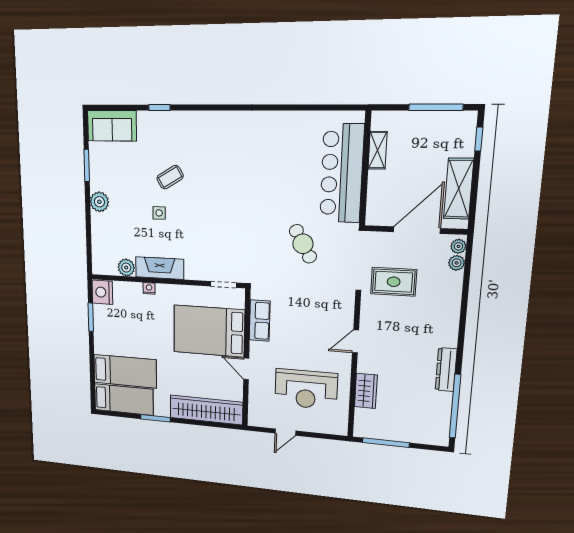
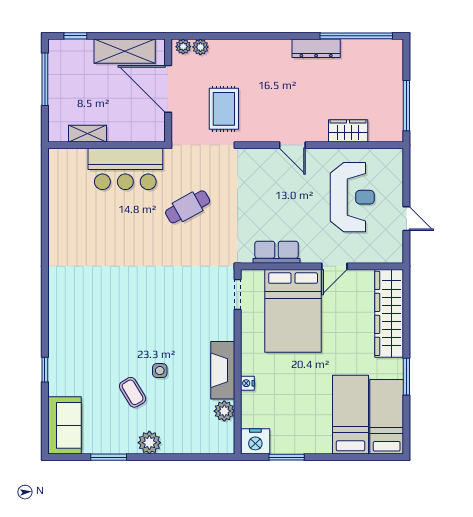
bar counter: (342, 173) -> (125, 169), width x0.73
coffee table: (170, 177) -> (133, 392), moved

